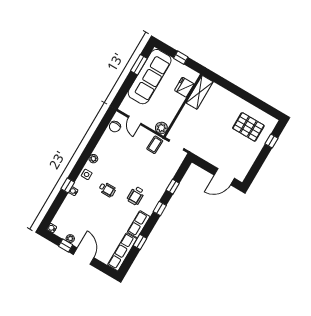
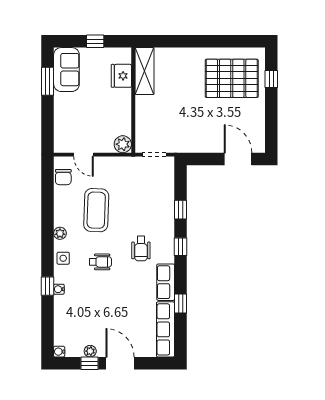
sofa: (150, 77) -> (66, 70), width x0.54, depth x0.79
pallet: (248, 127) -> (232, 78), width x1.37, depth x1.41
coffee table: (155, 145) -> (96, 210), moved, width x1.86, depth x1.72
door: (224, 177) -> (238, 159), swing flipped

